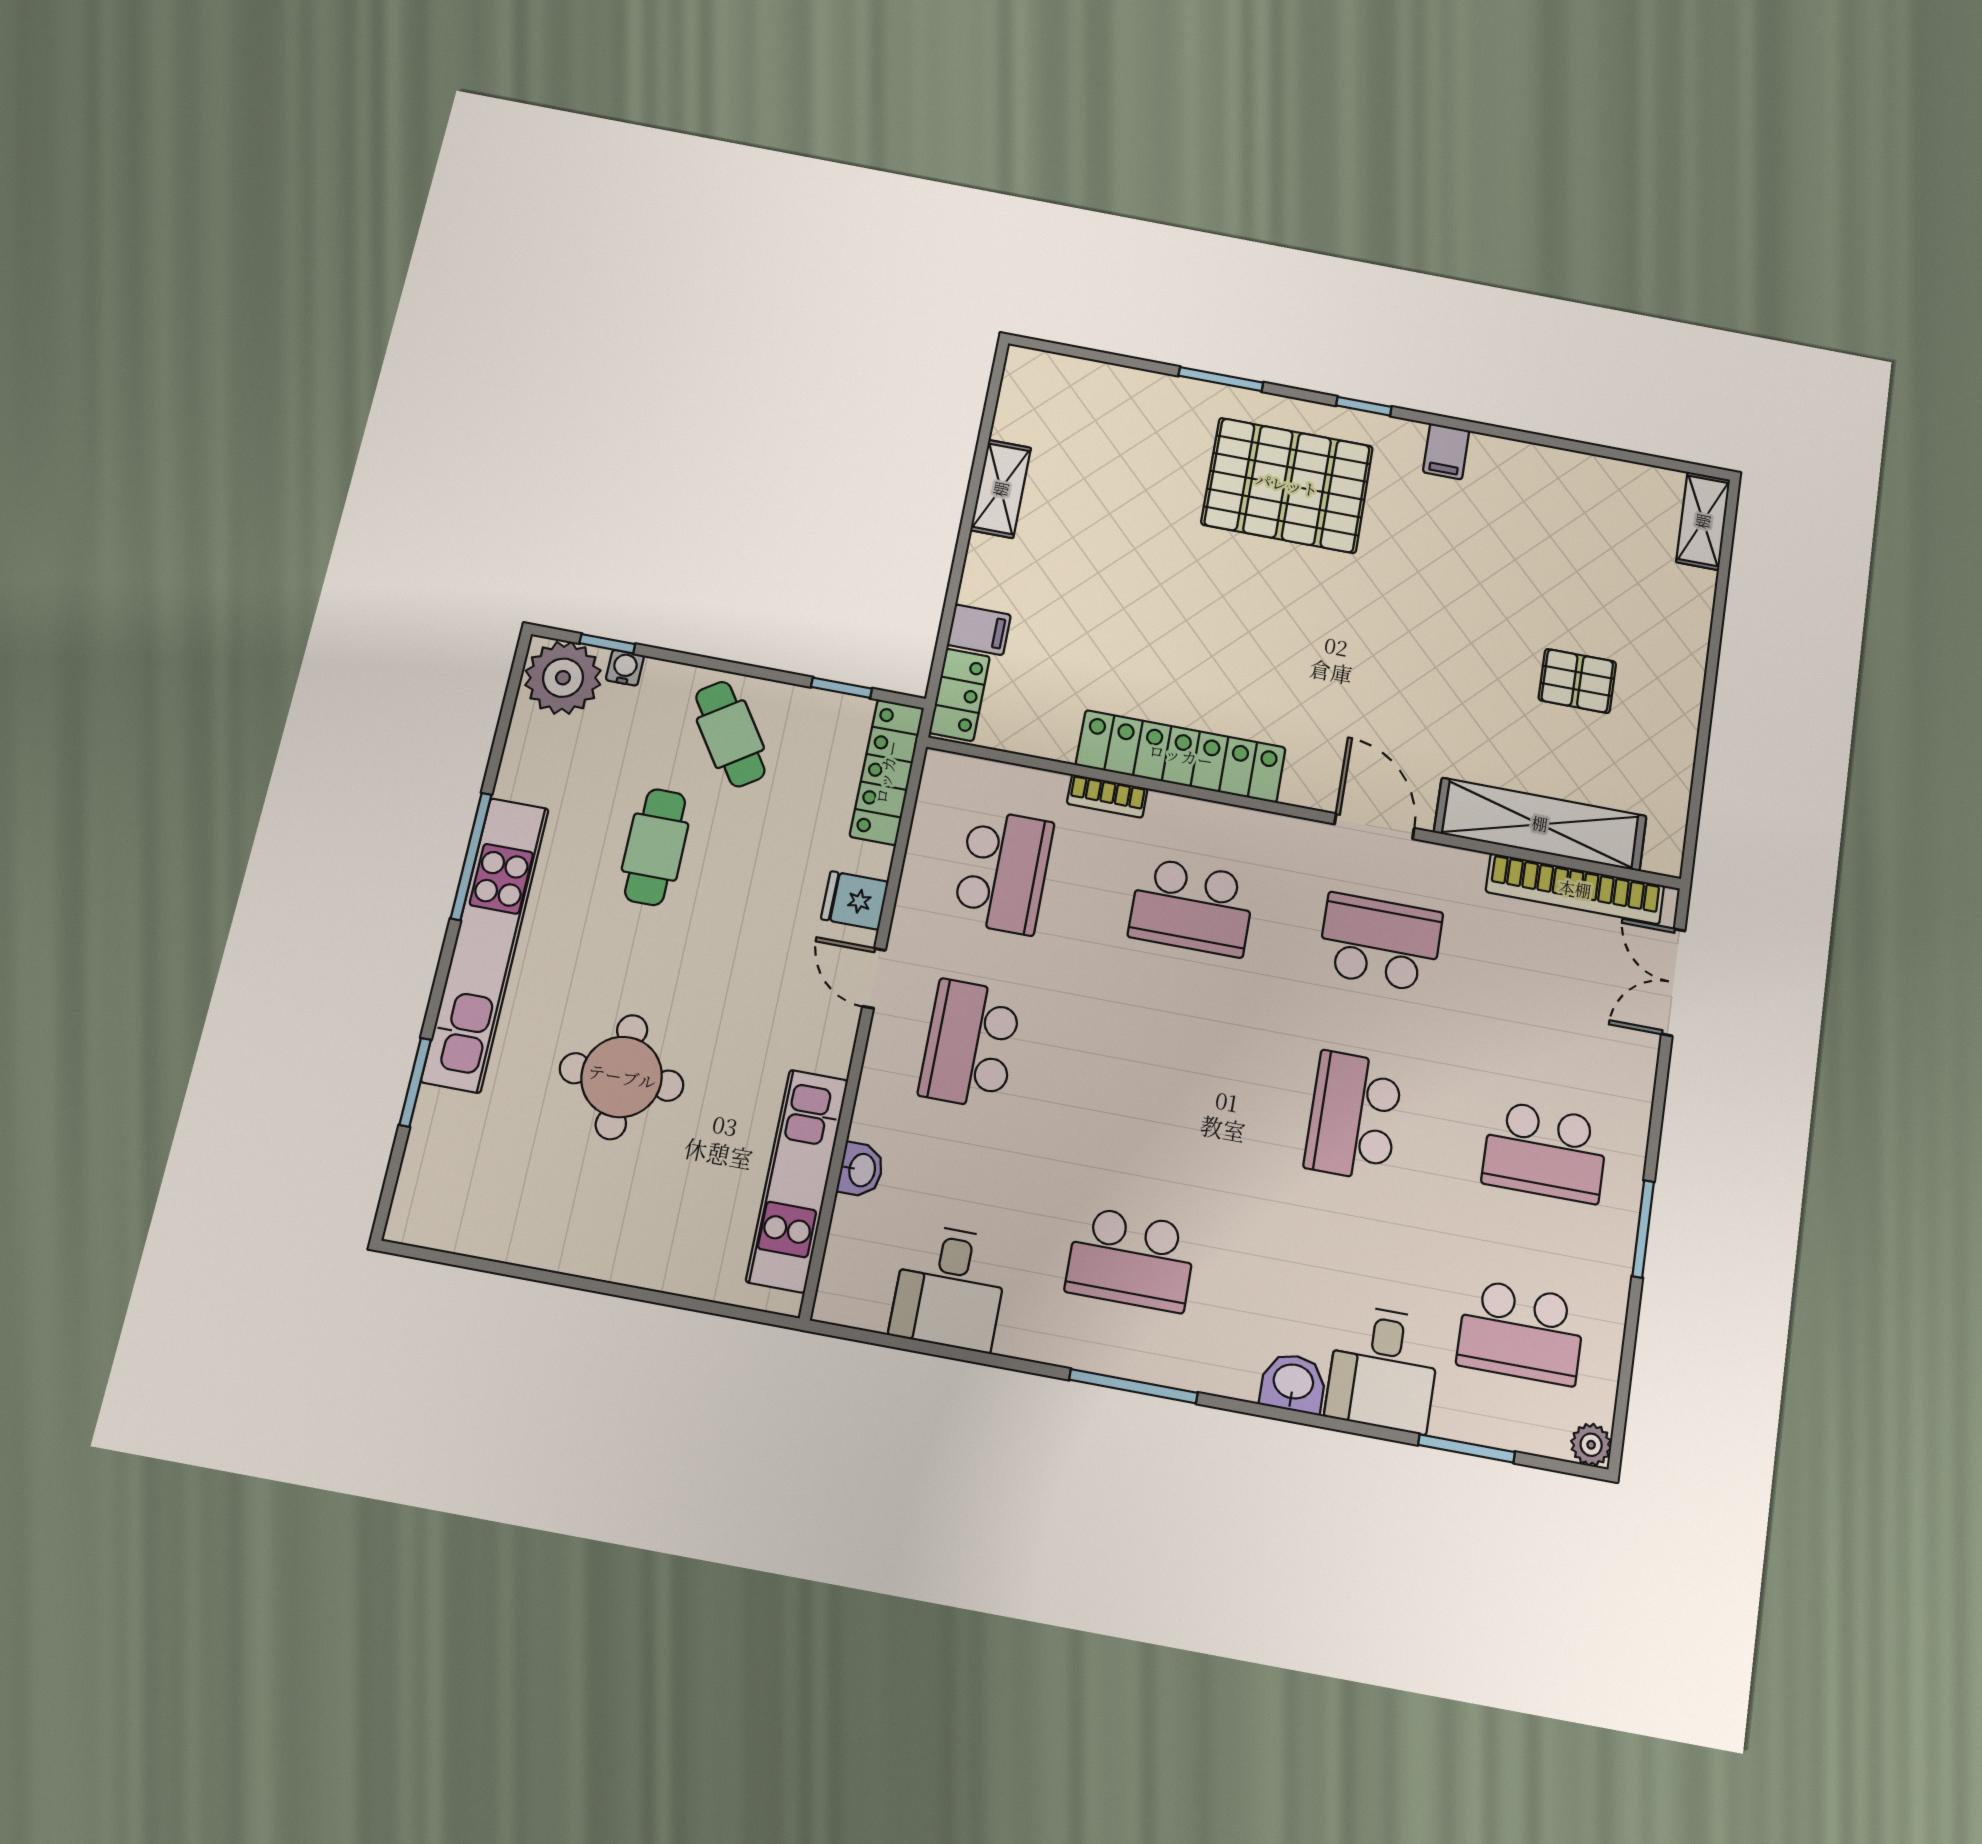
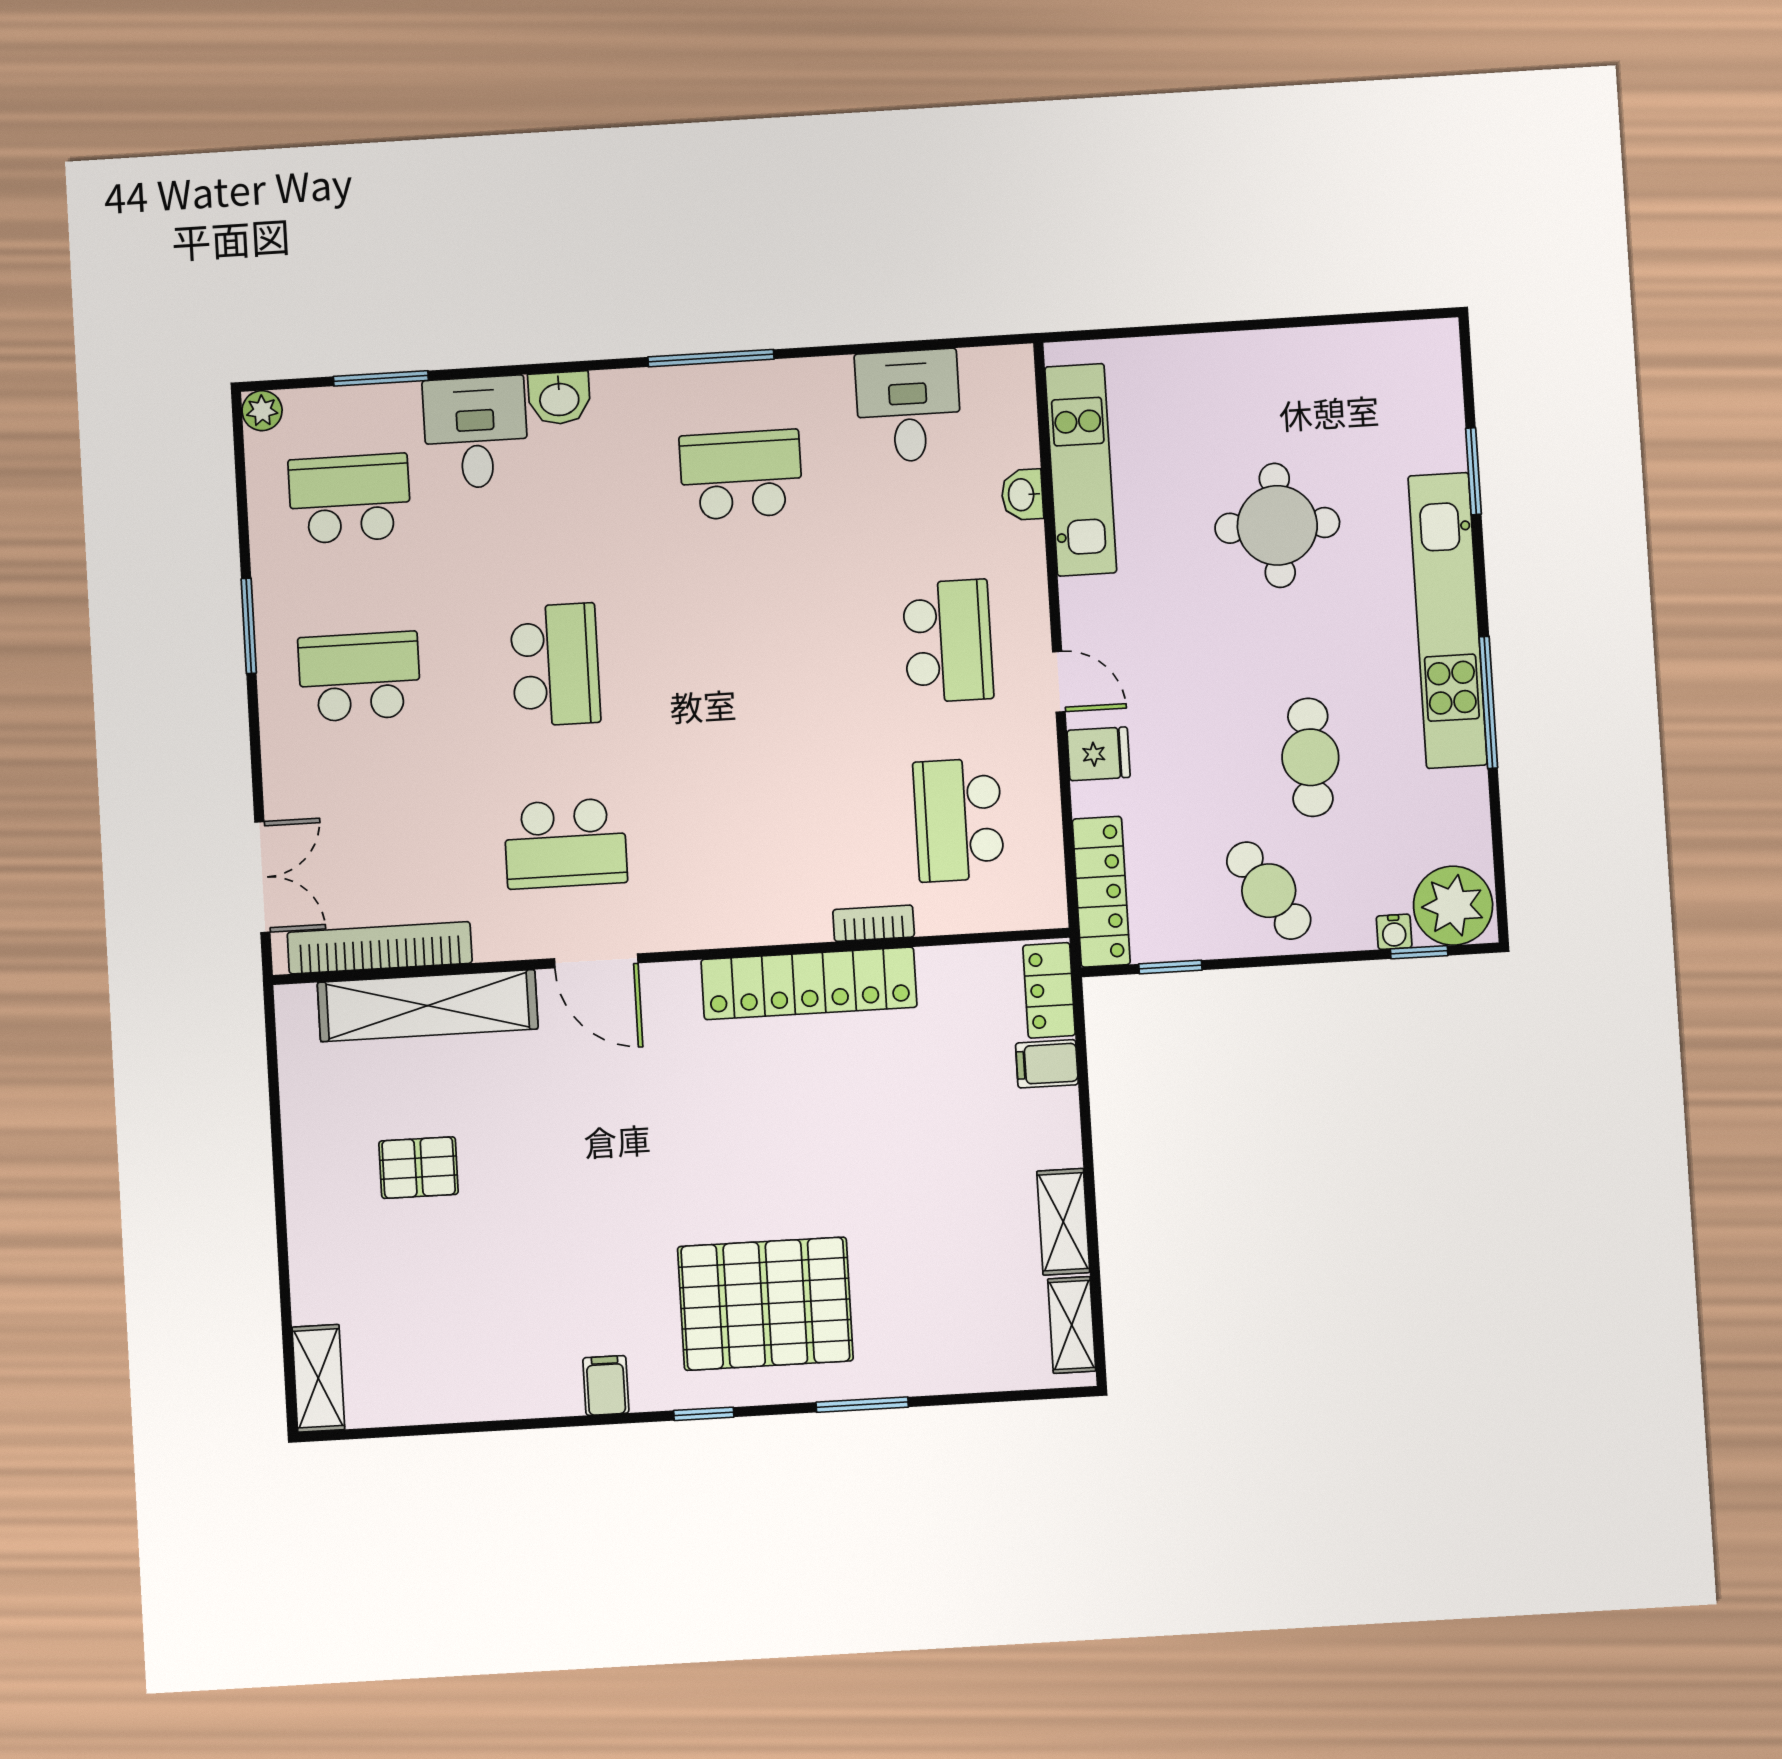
shelving: (1017, 400) -> (1072, 1325), added
school desk: (1192, 907) -> (762, 832), removed

